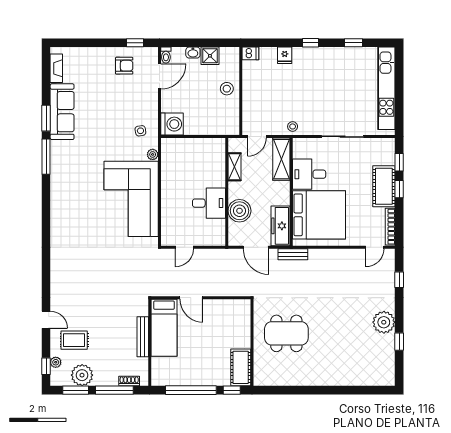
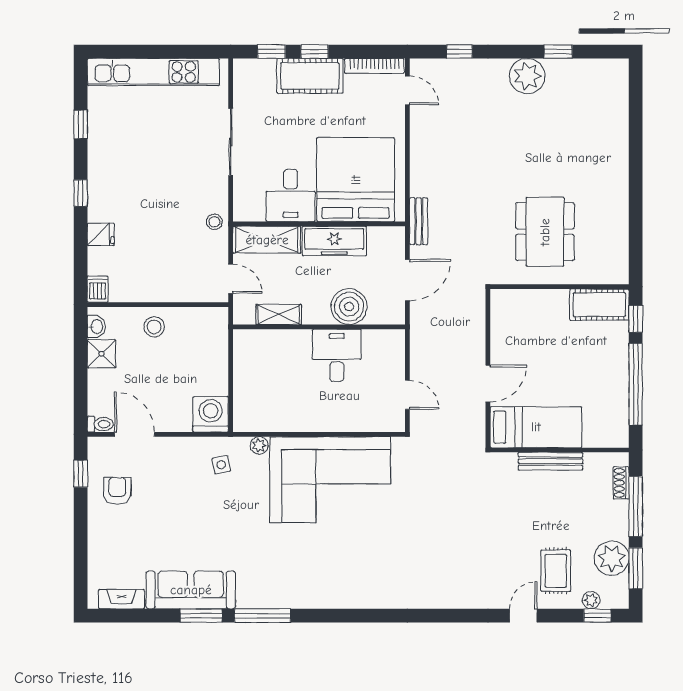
washbasin: (193, 53) -> (96, 327), moved
freezer: (281, 226) -> (334, 241), moved

